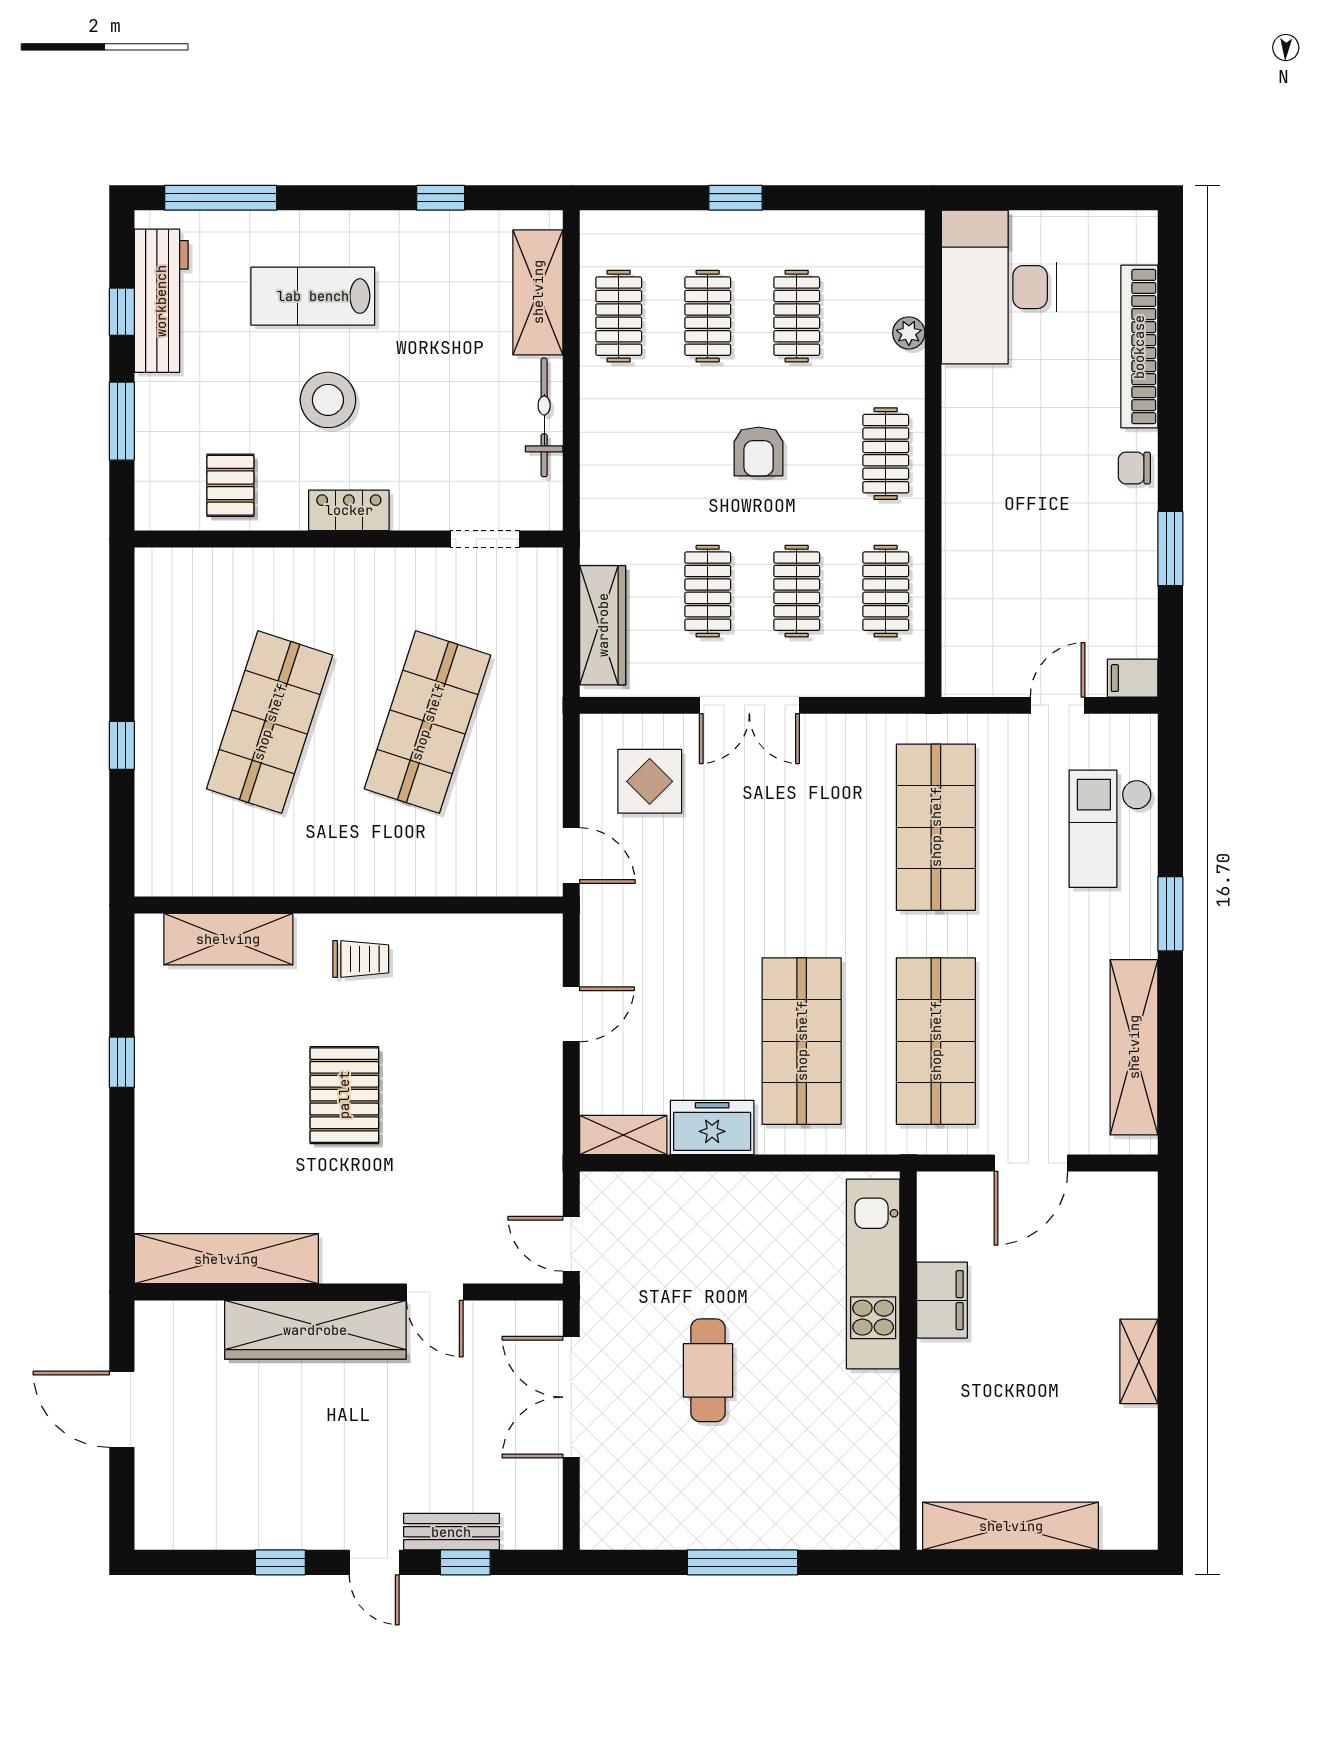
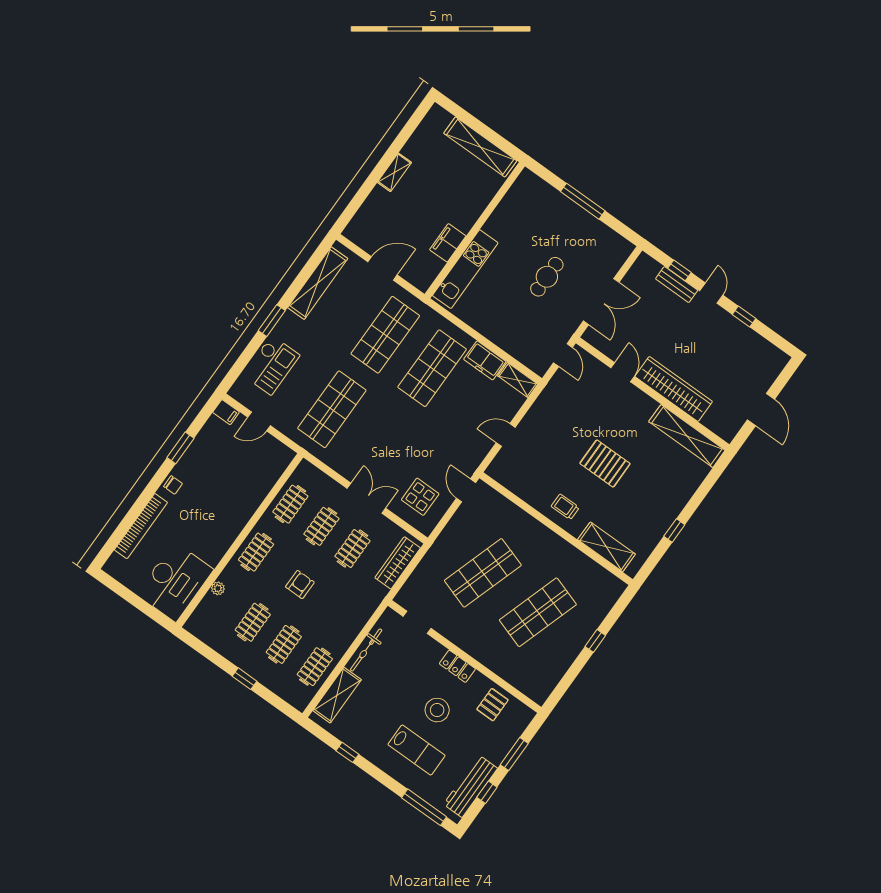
pallet: (344, 1095) -> (605, 464), turned 90

